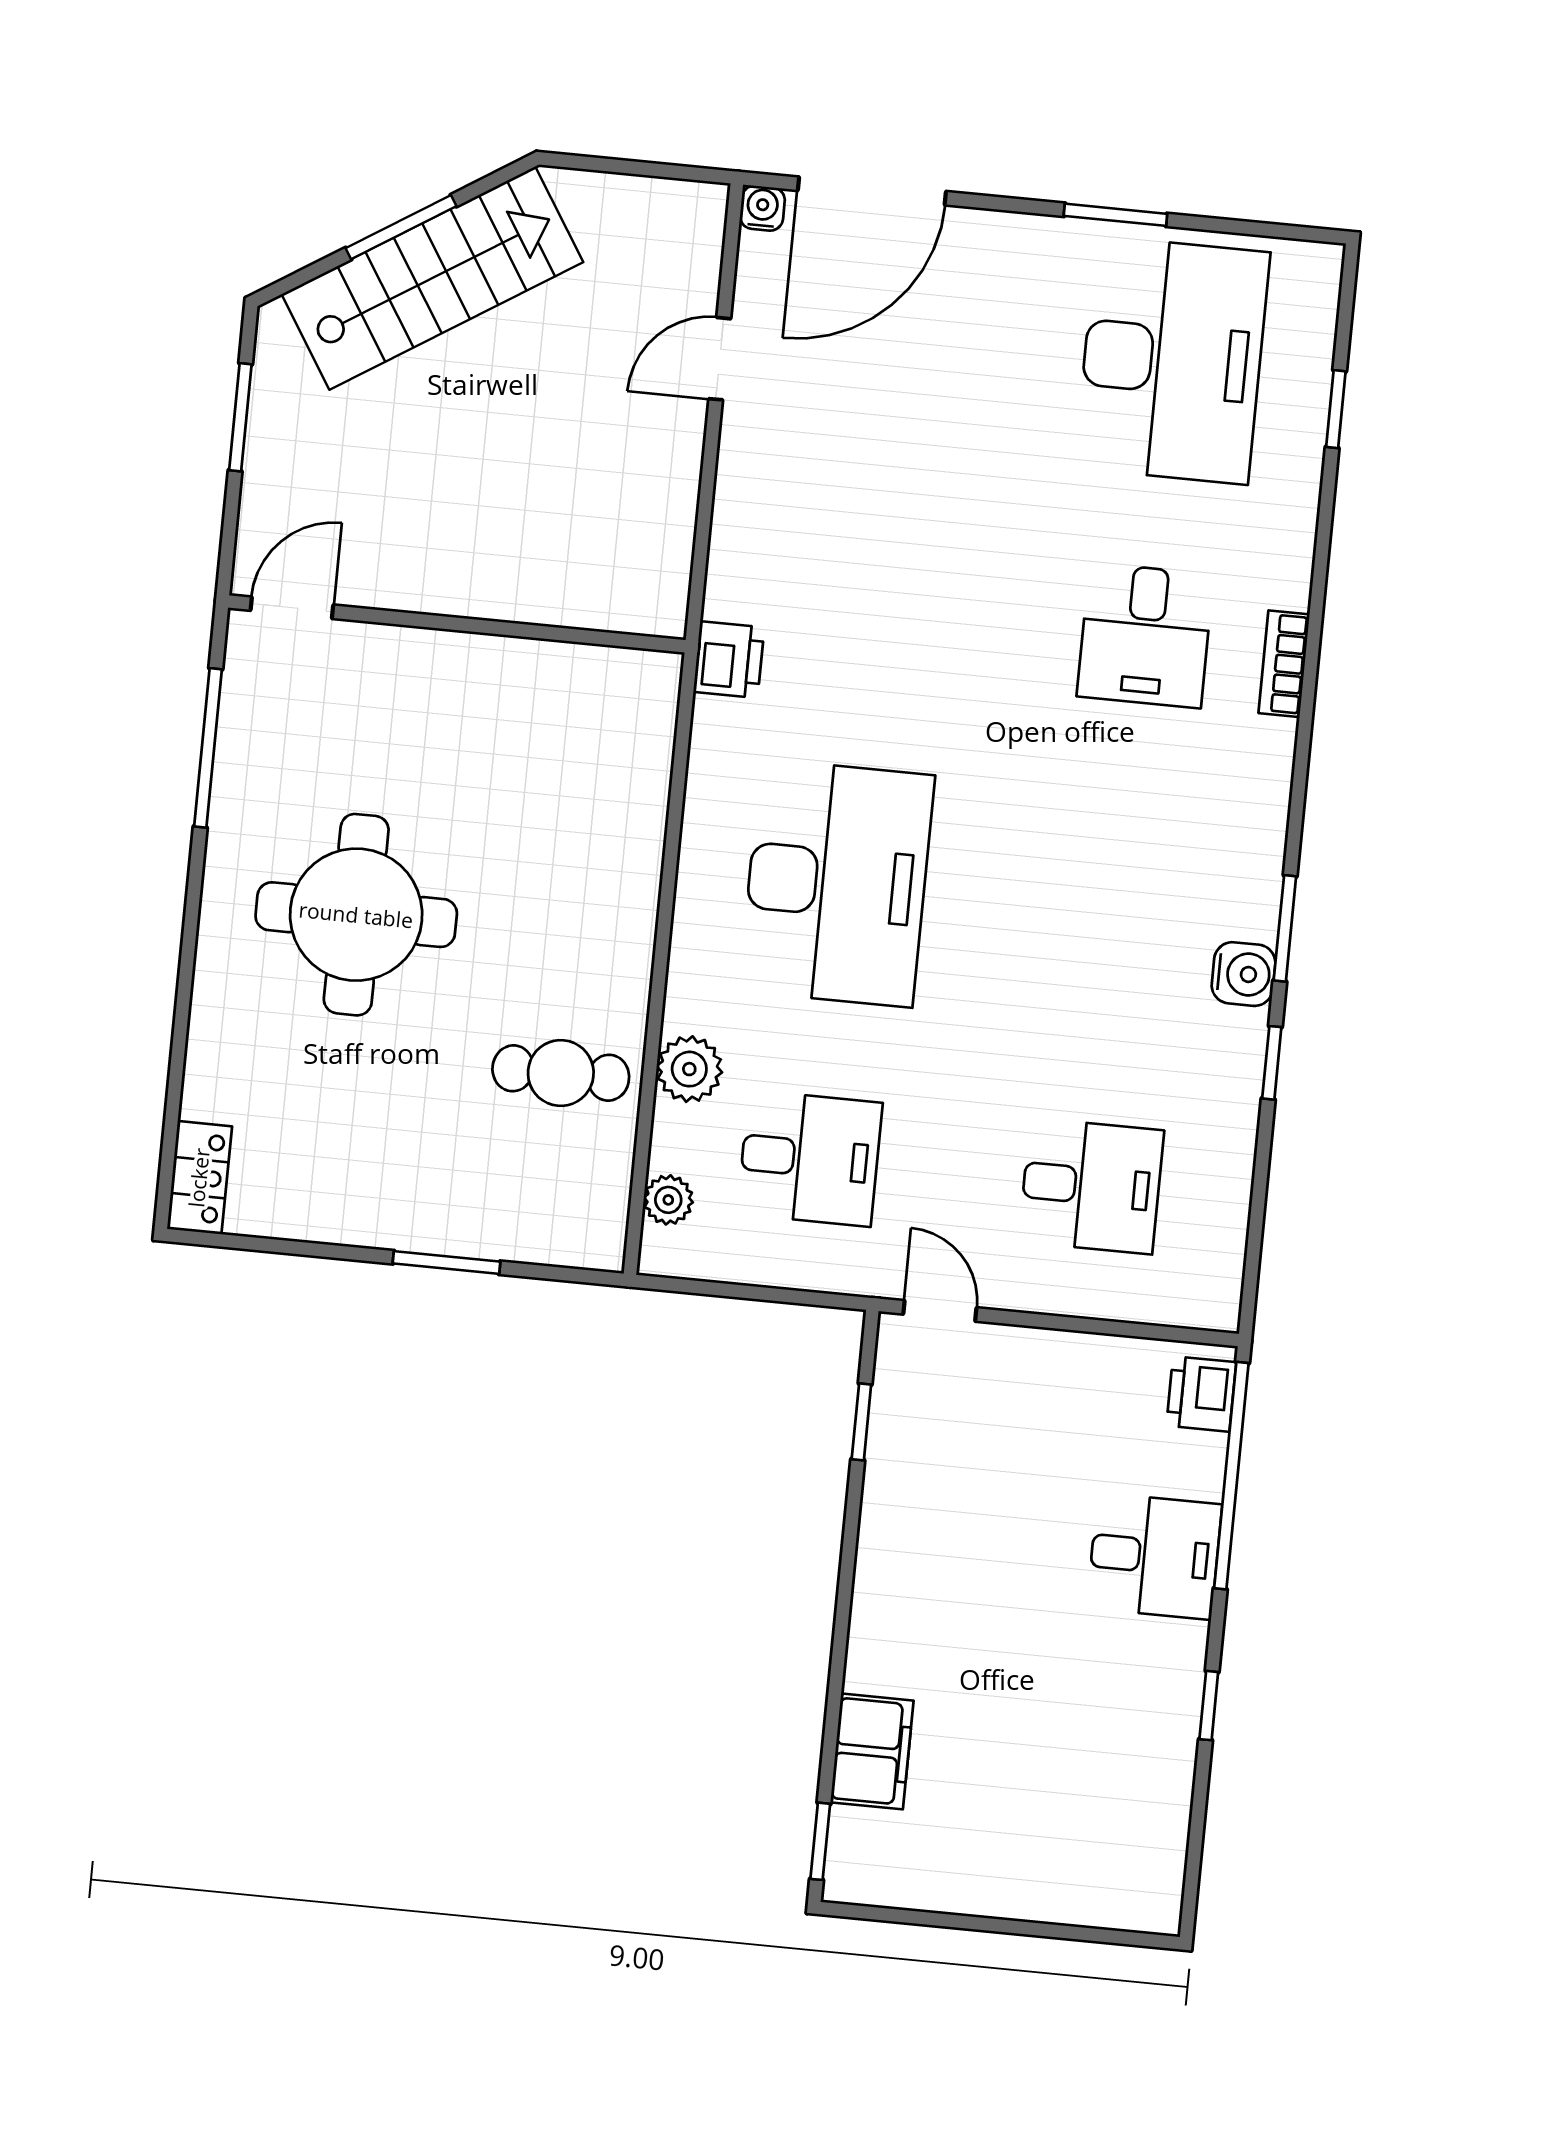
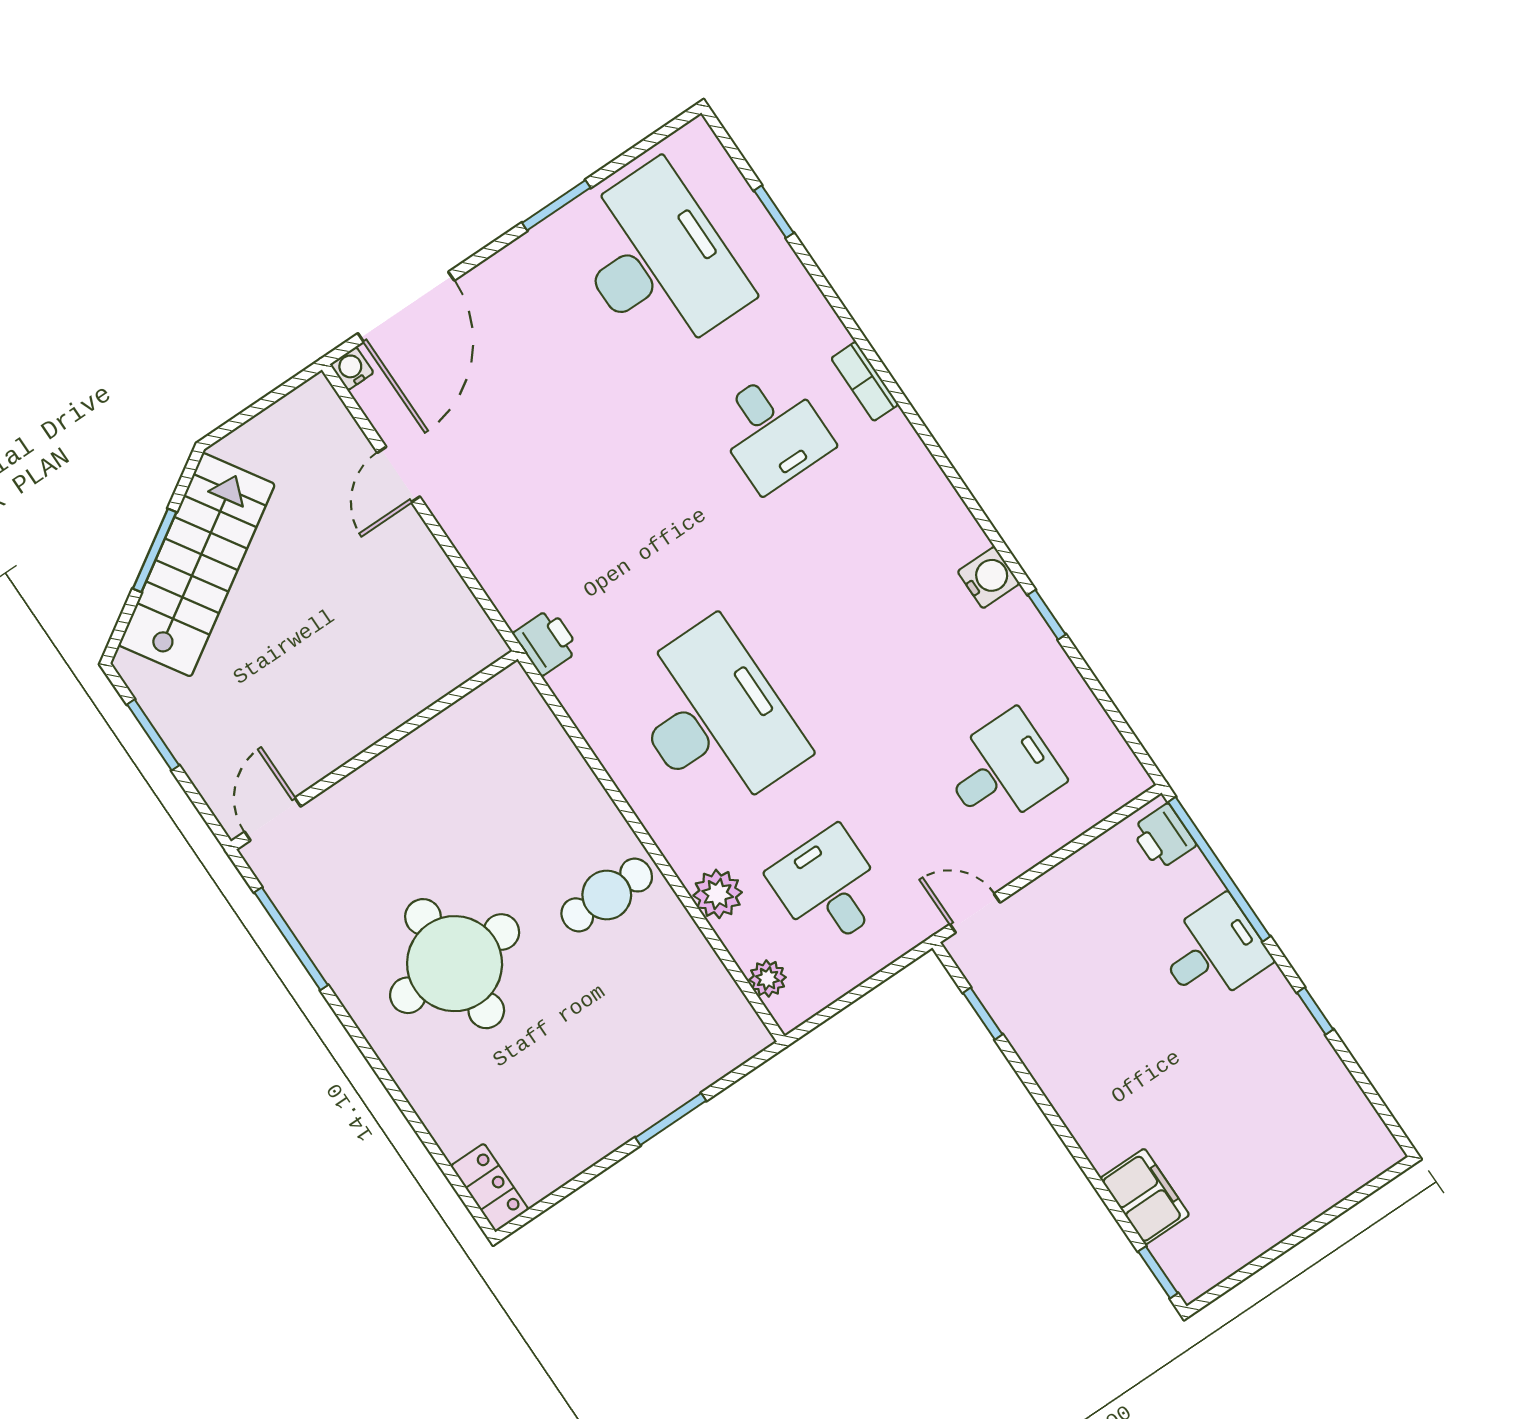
window: (1285, 928) -> (991, 532), removed
cafe table: (561, 1073) -> (607, 895), moved
desk: (810, 1158) -> (829, 888), turned -90

